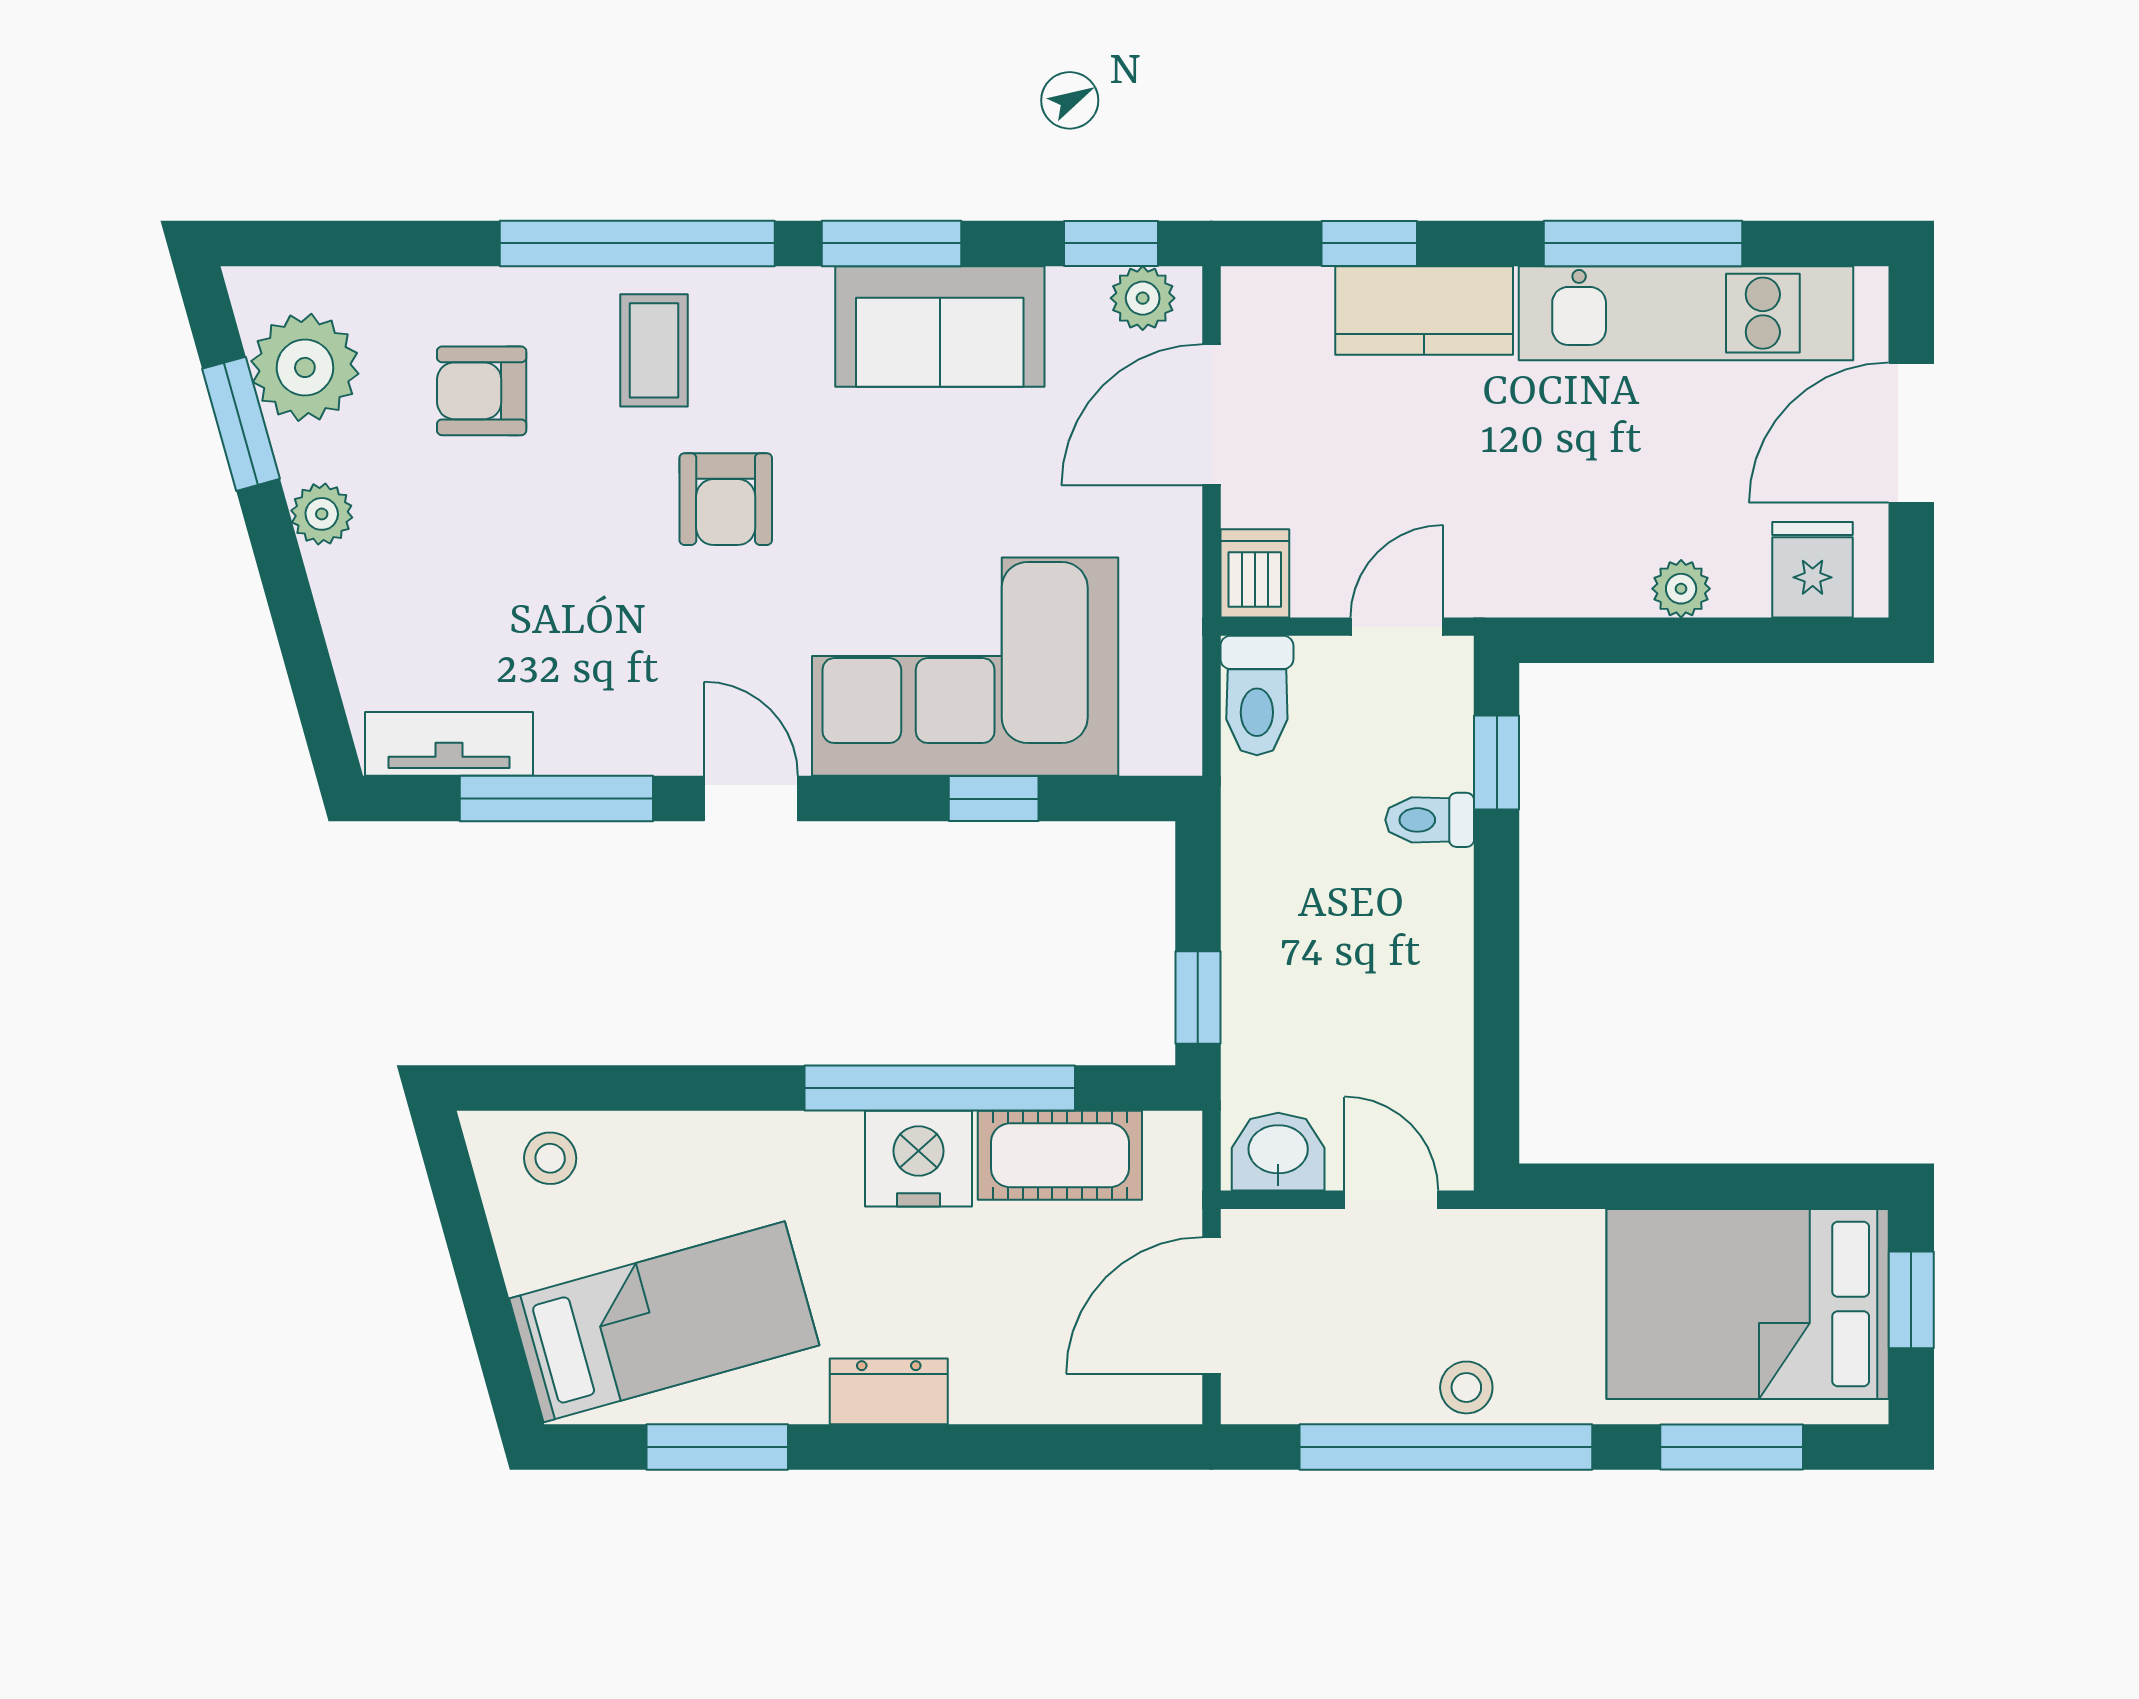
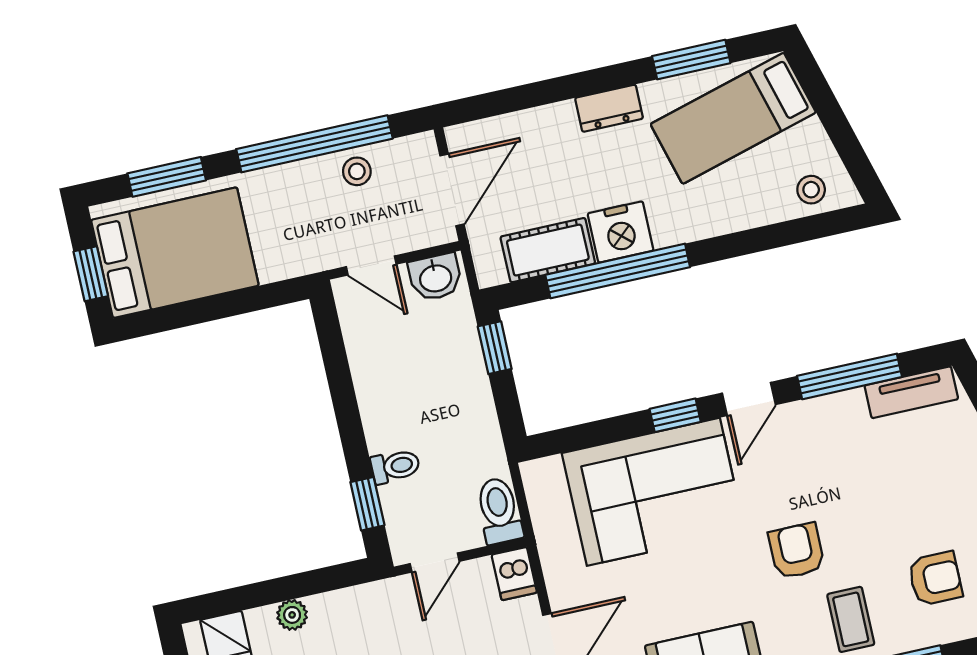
door: (751, 799) -> (749, 399), hinge flipped
window: (994, 799) -> (675, 415), moved
stool: (1466, 1387) -> (357, 171), moved

